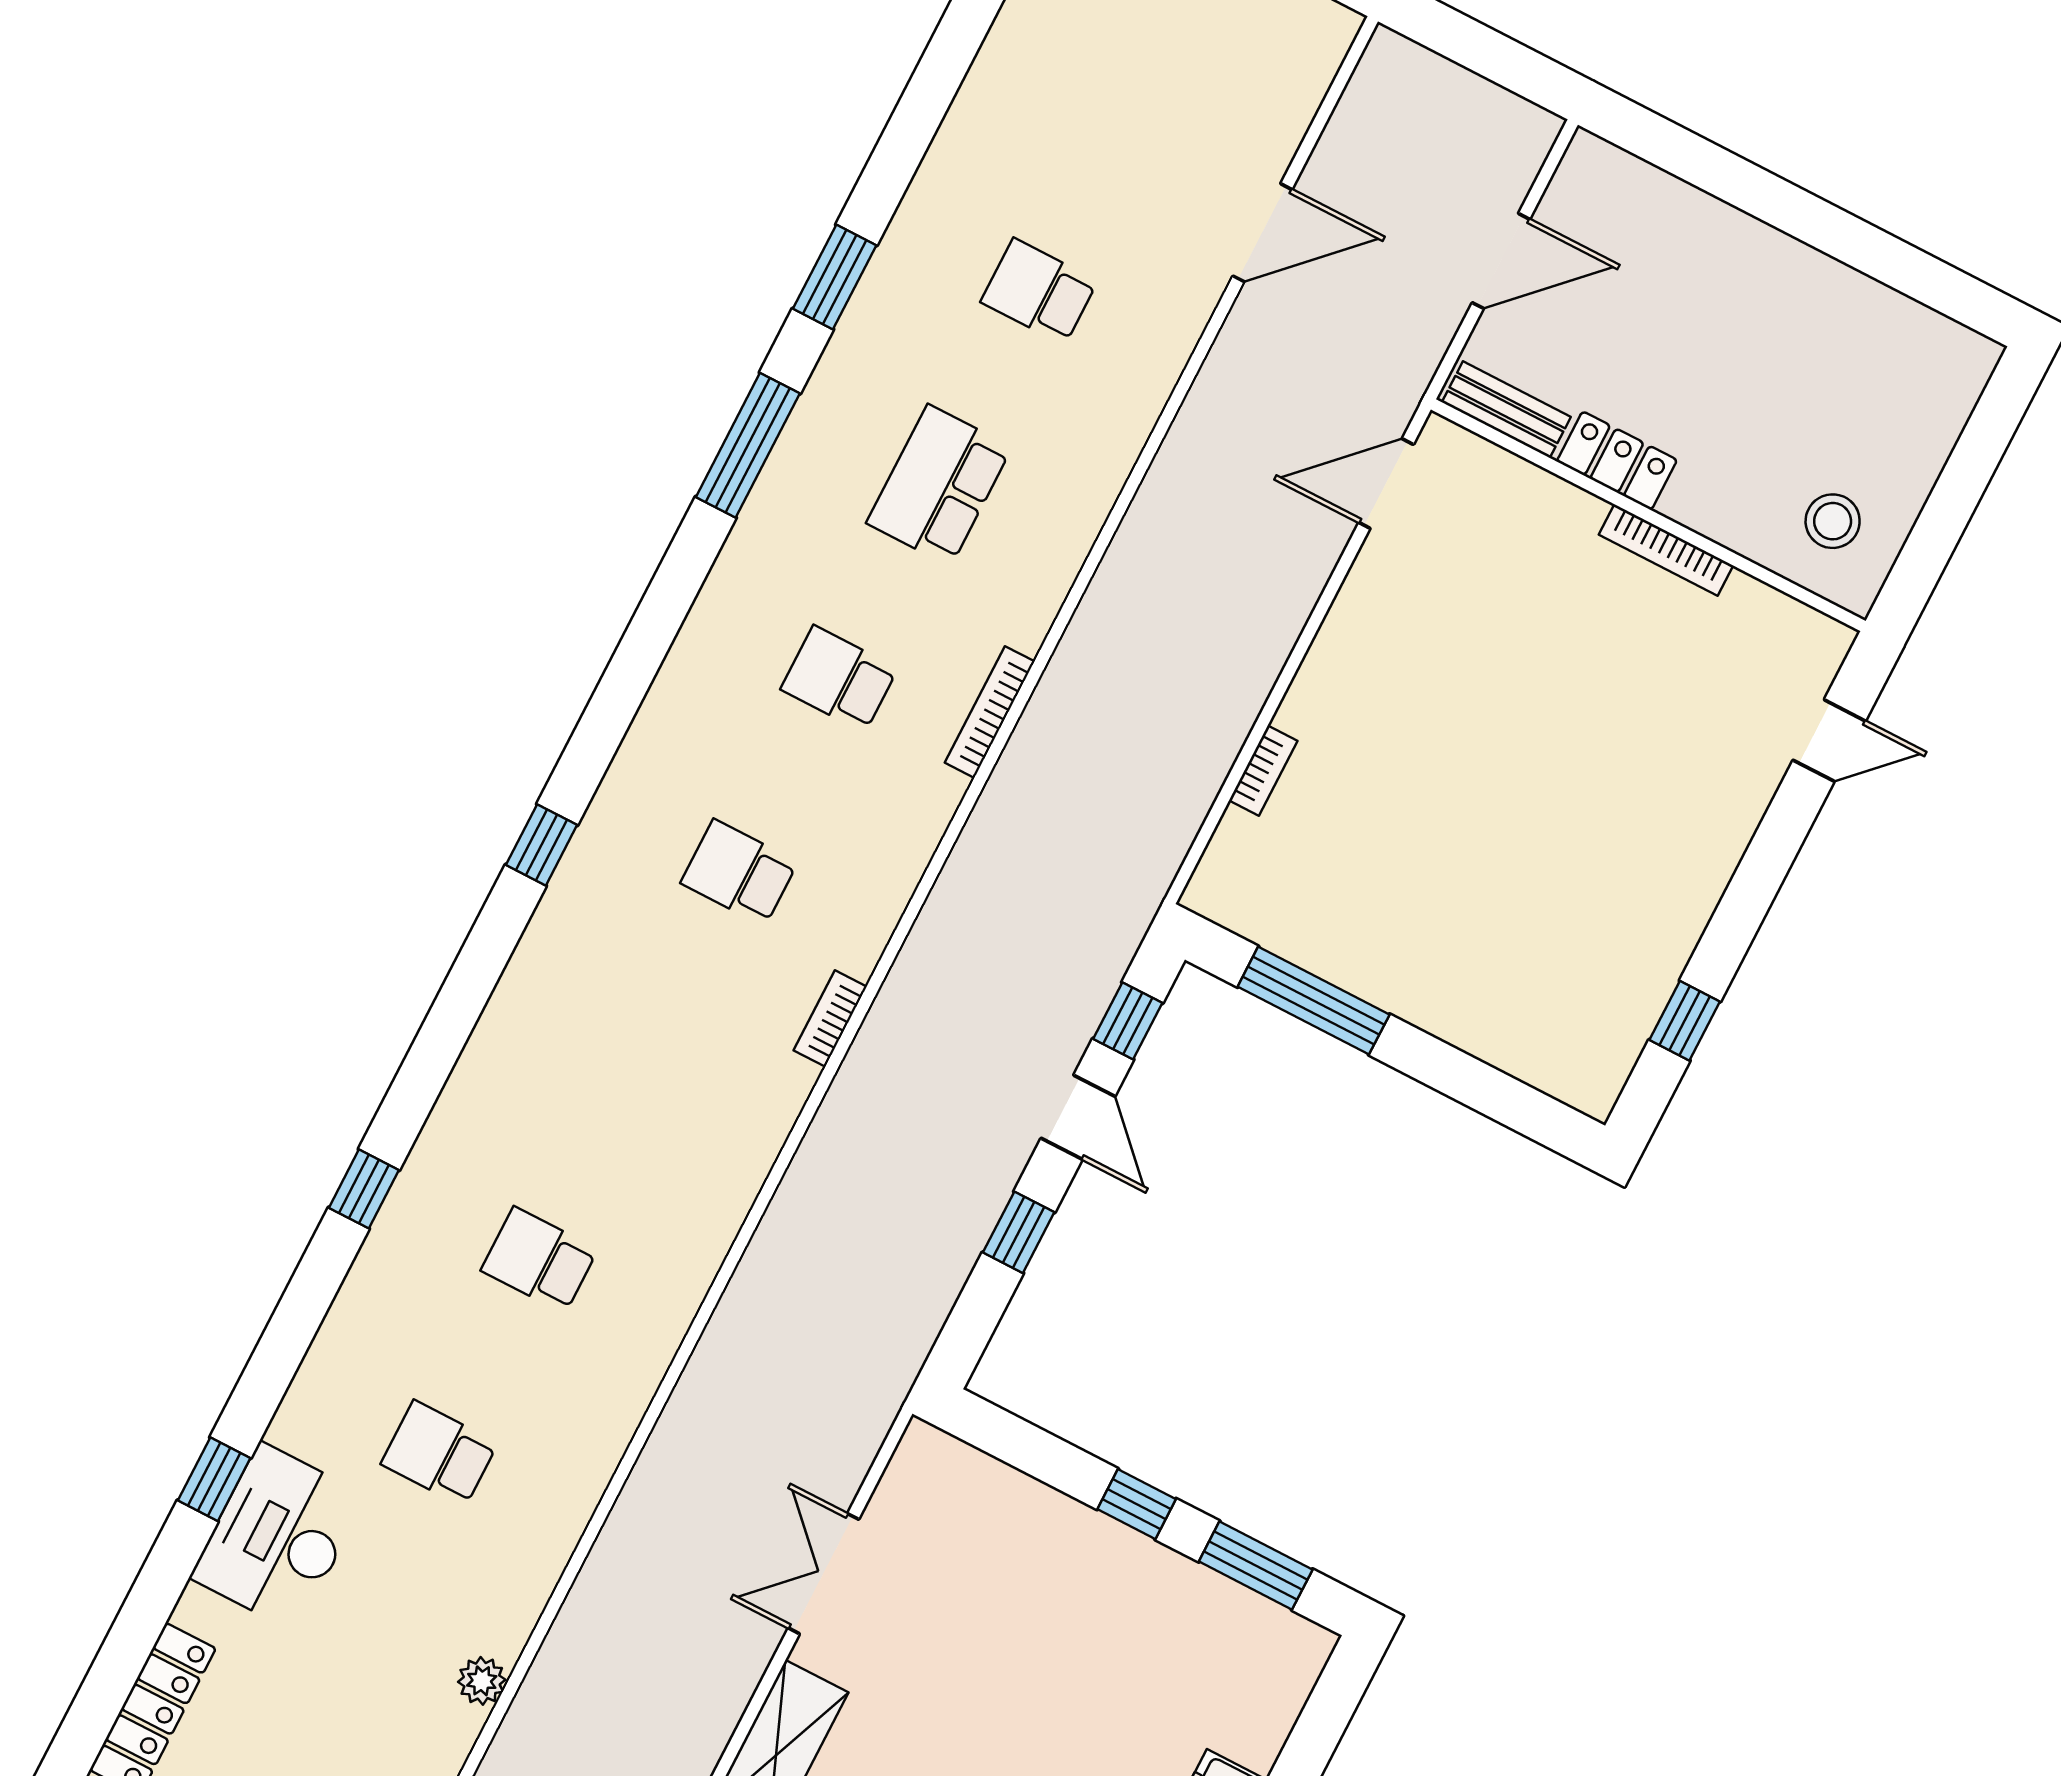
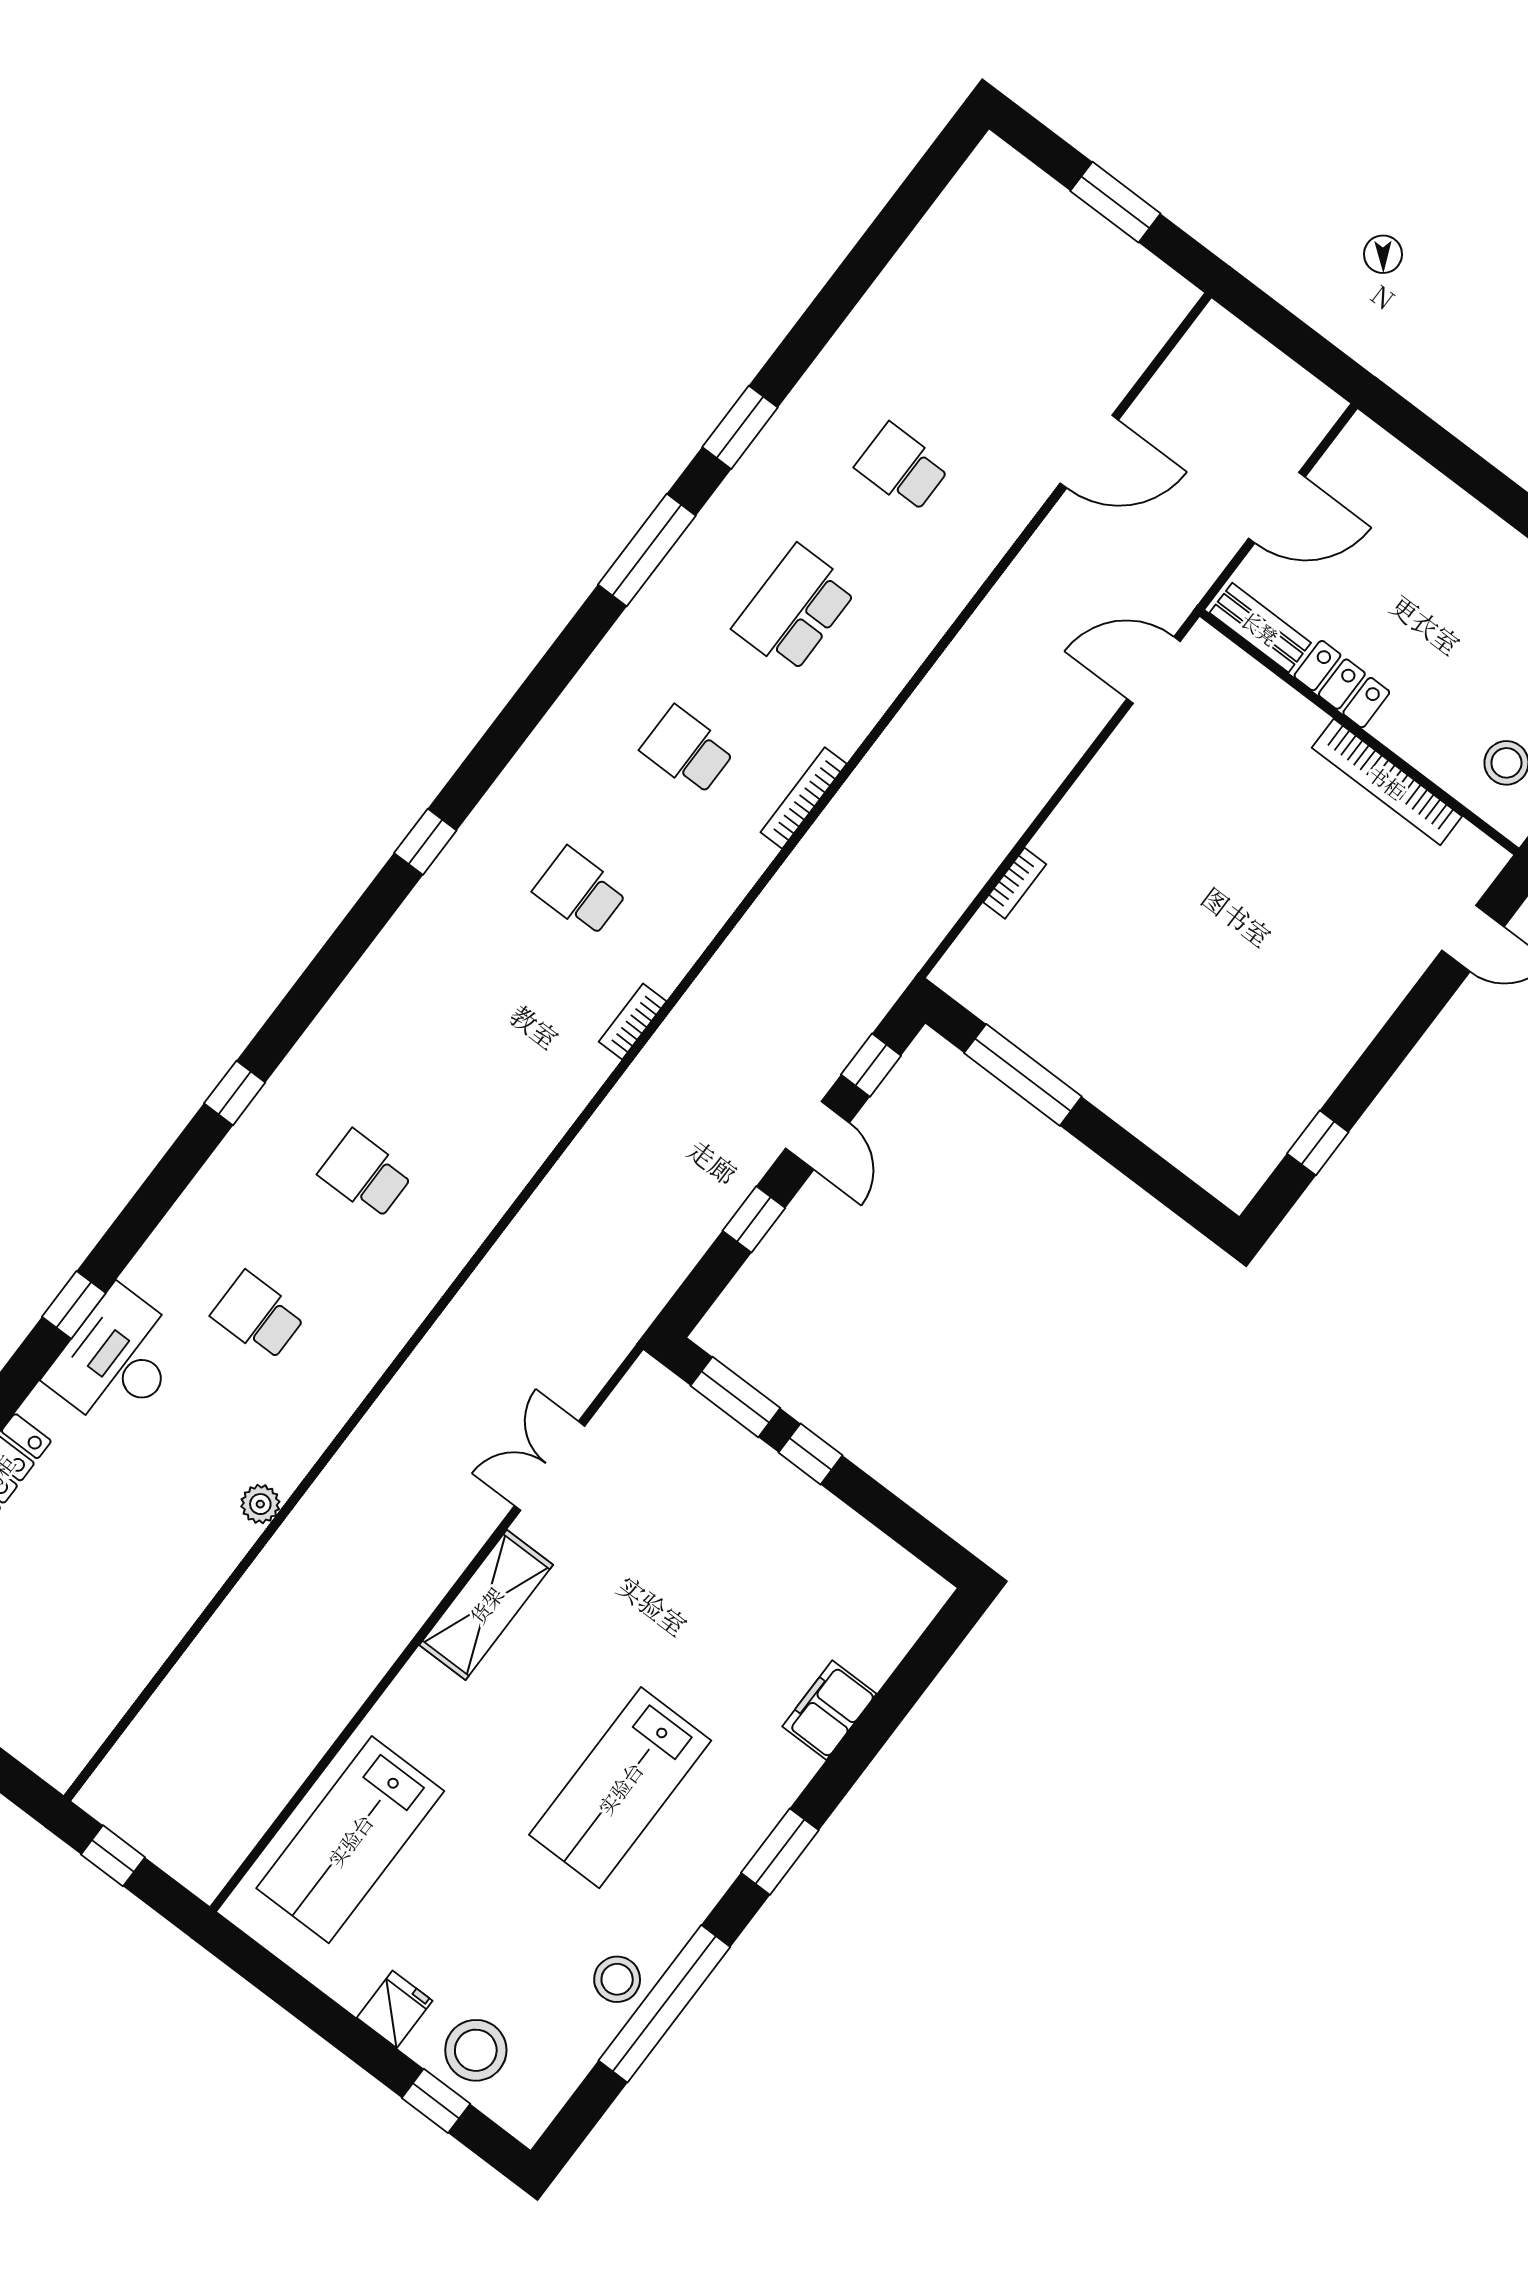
bookcase: (1666, 550) -> (1387, 782), width x1.48, depth x1.31
window: (1256, 1566) -> (735, 1397), moved

